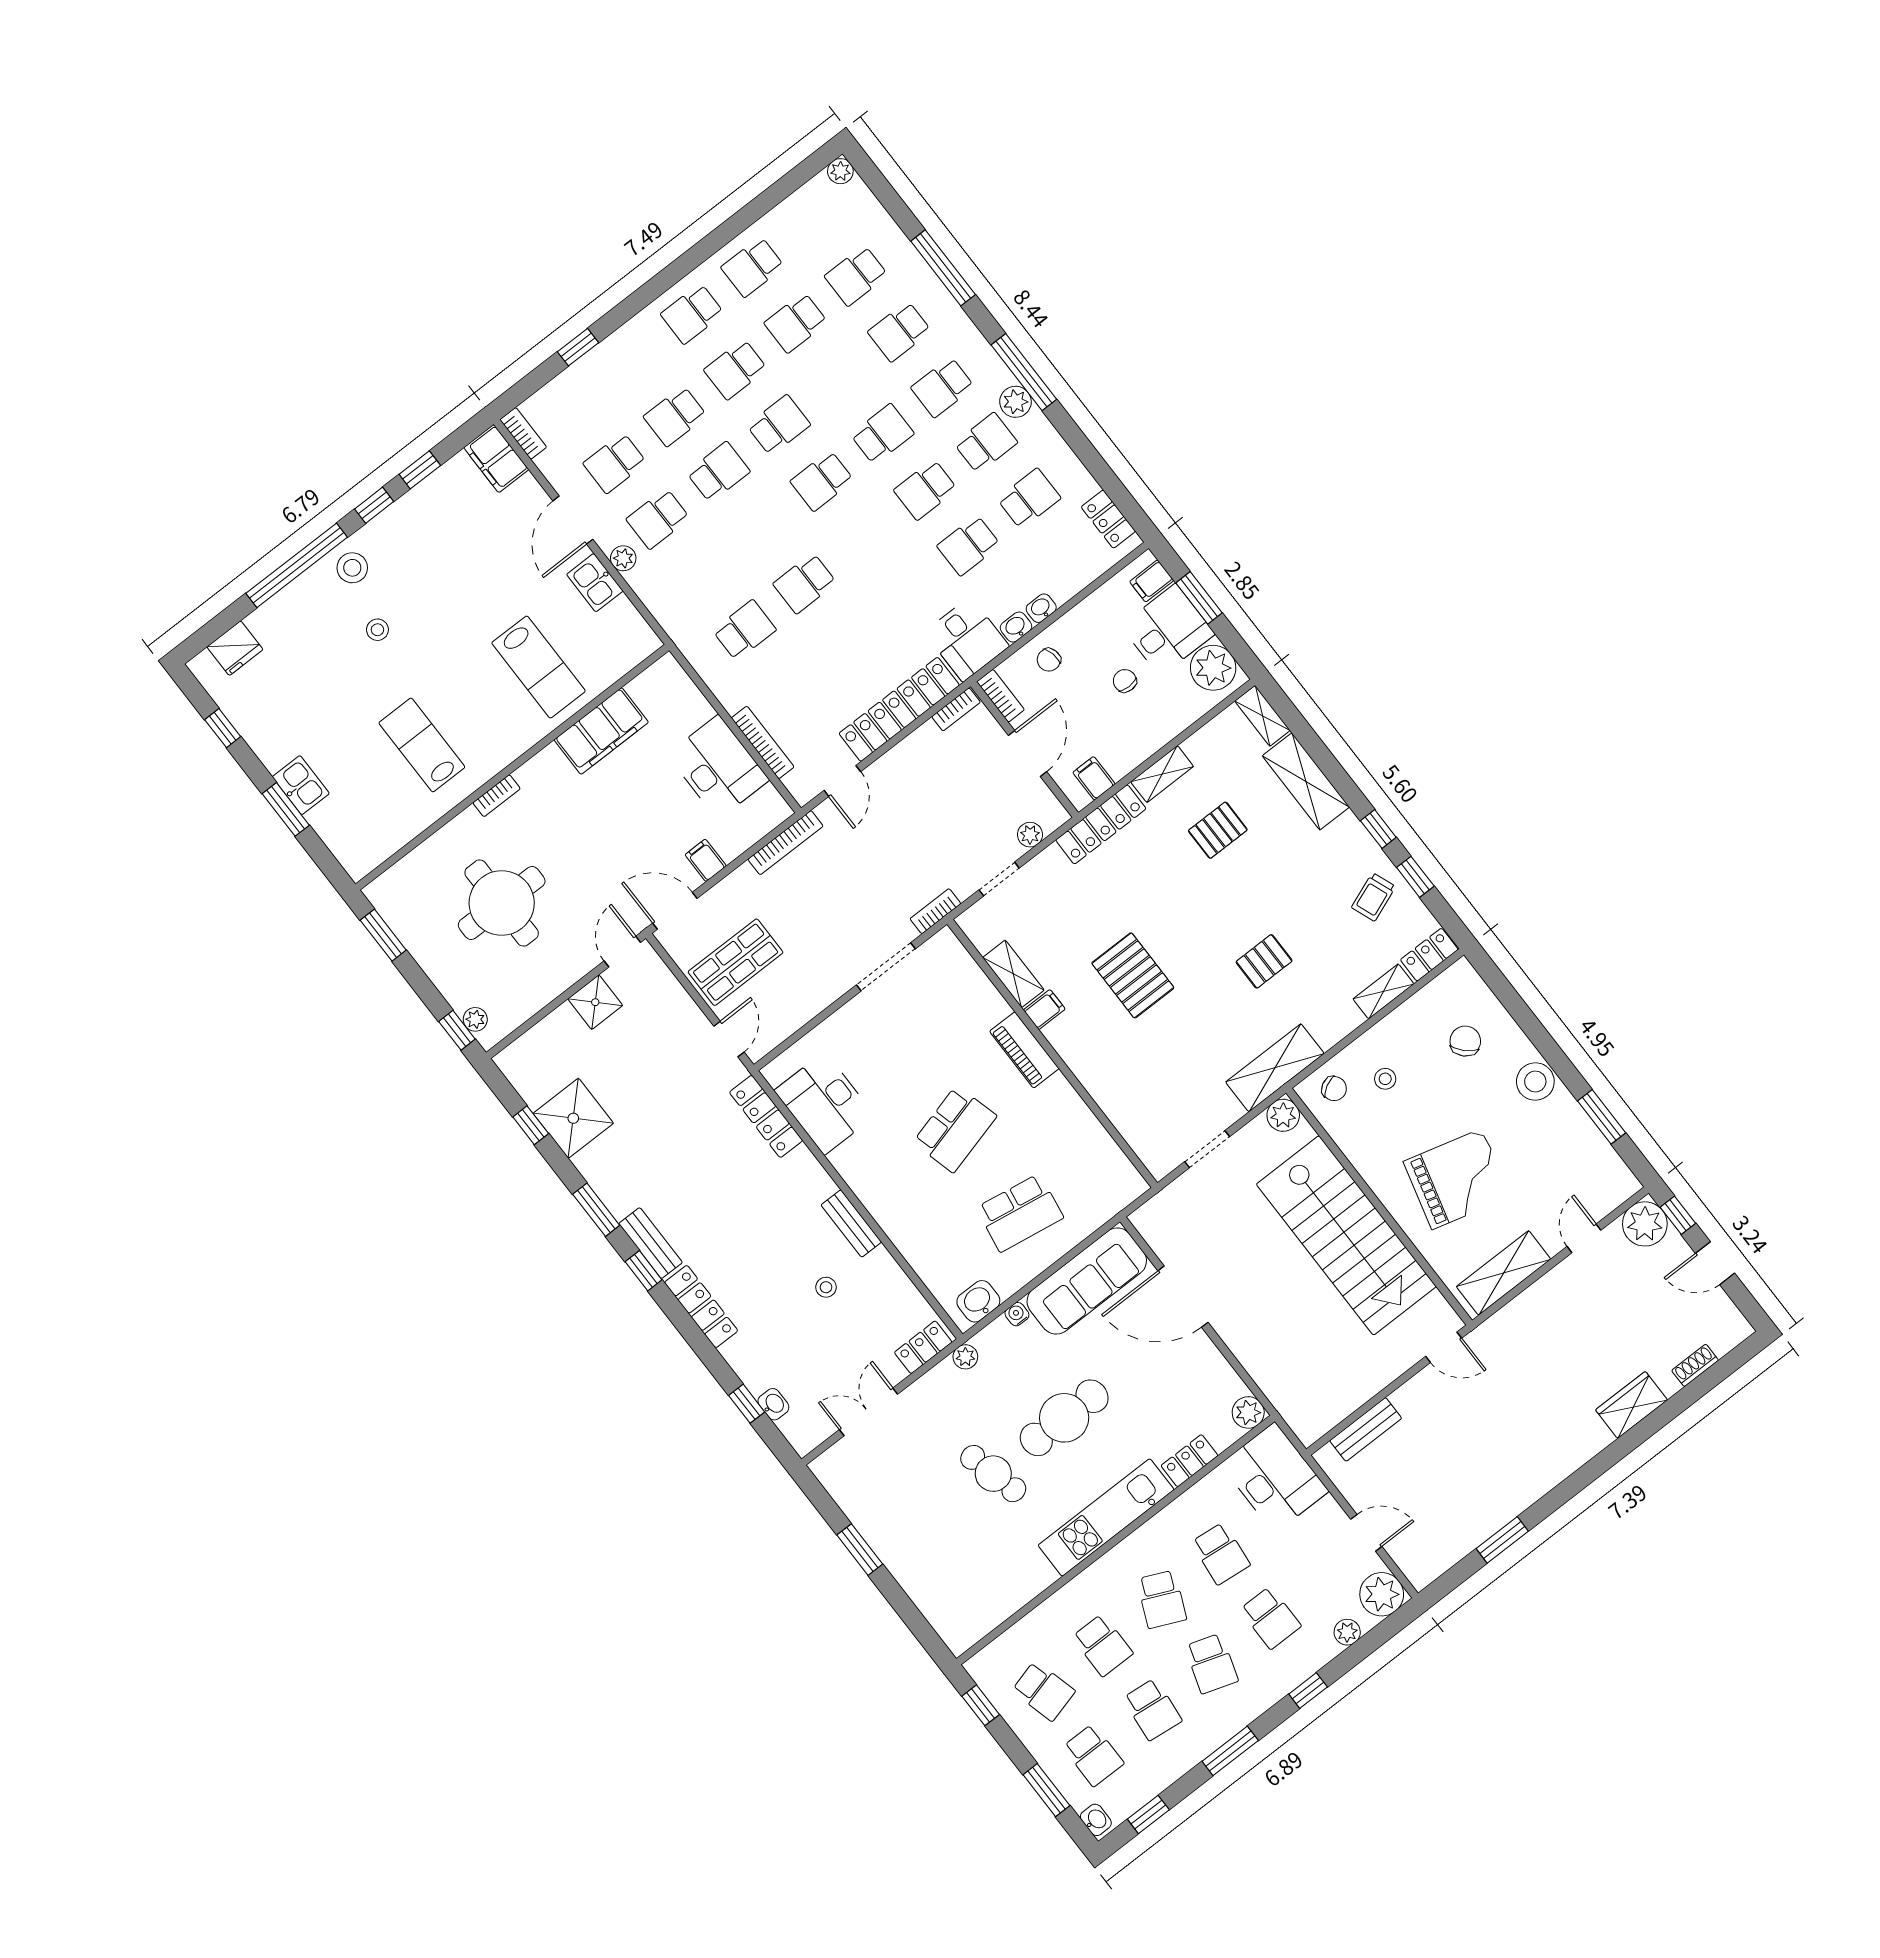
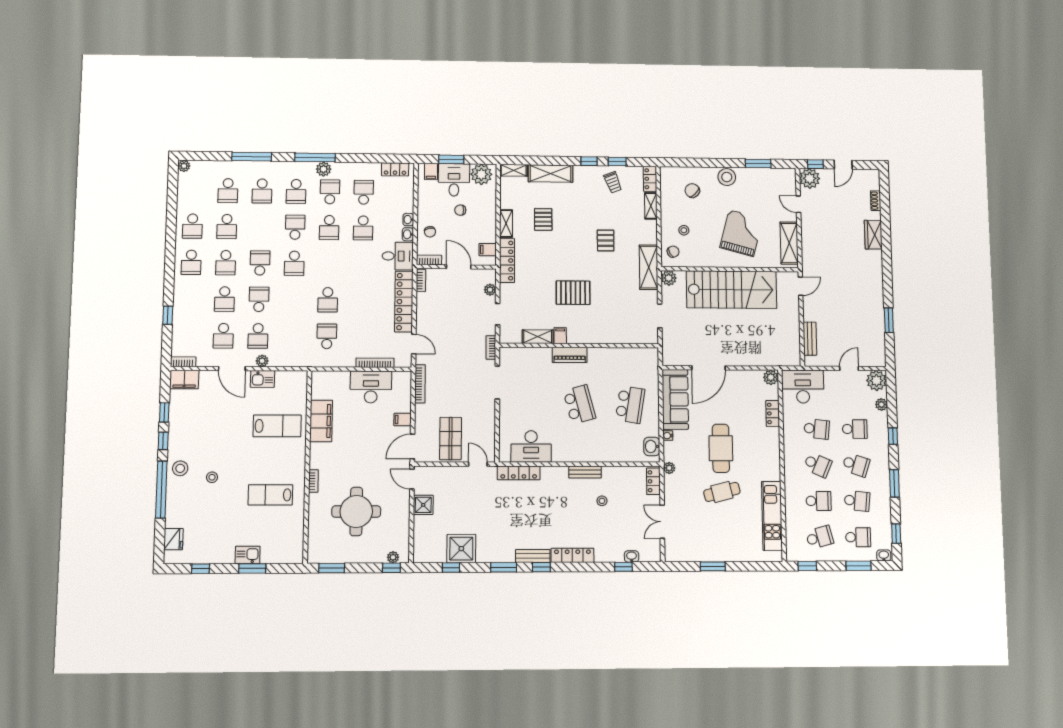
kitchen unit: (1106, 1517) -> (772, 516), moved

